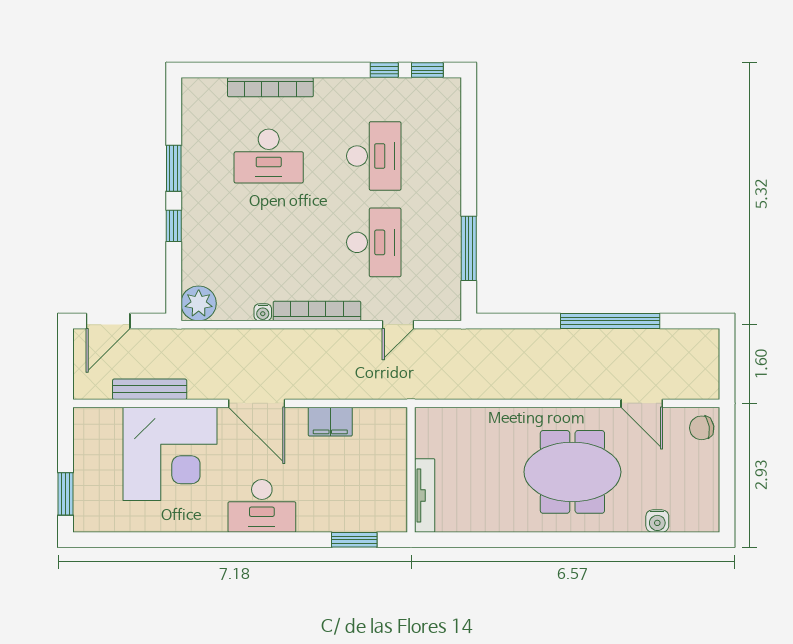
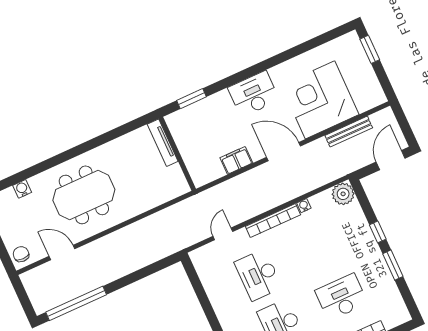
window: (469, 248) -> (202, 296), removed
window: (610, 321) -> (76, 303), moved
chair: (702, 428) -> (21, 254), turned -81

